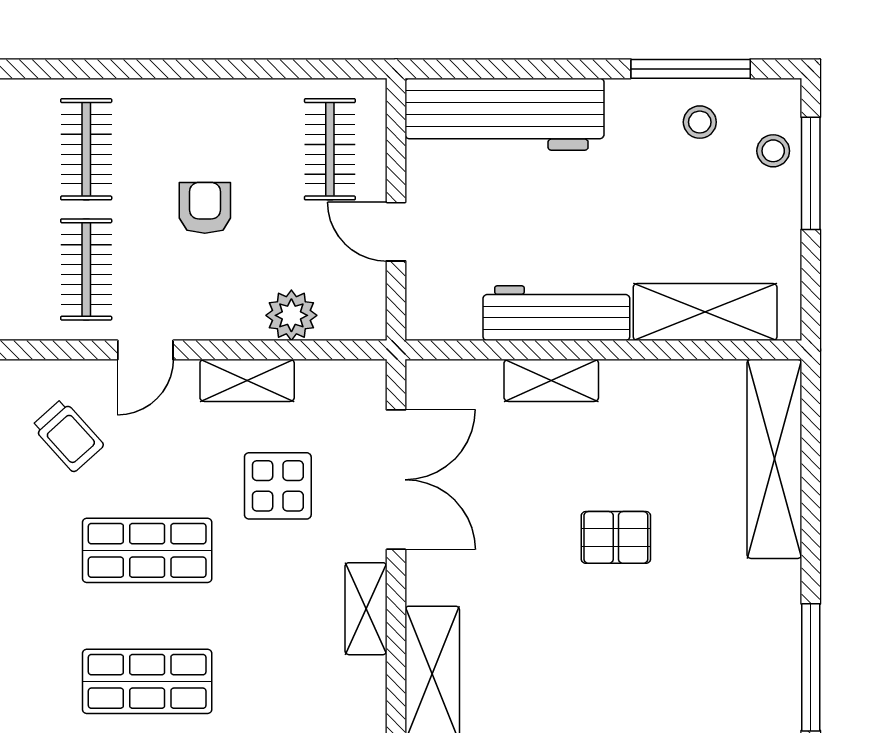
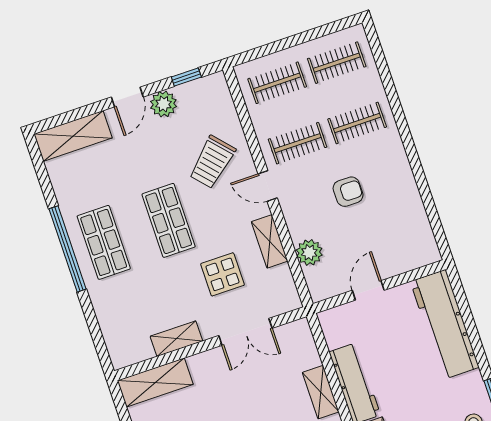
clothes rail: (330, 149) -> (398, 244), removed
trolley: (68, 436) -> (212, 162), width x1.36, depth x1.39
double door: (396, 480) -> (245, 332), width x0.73

